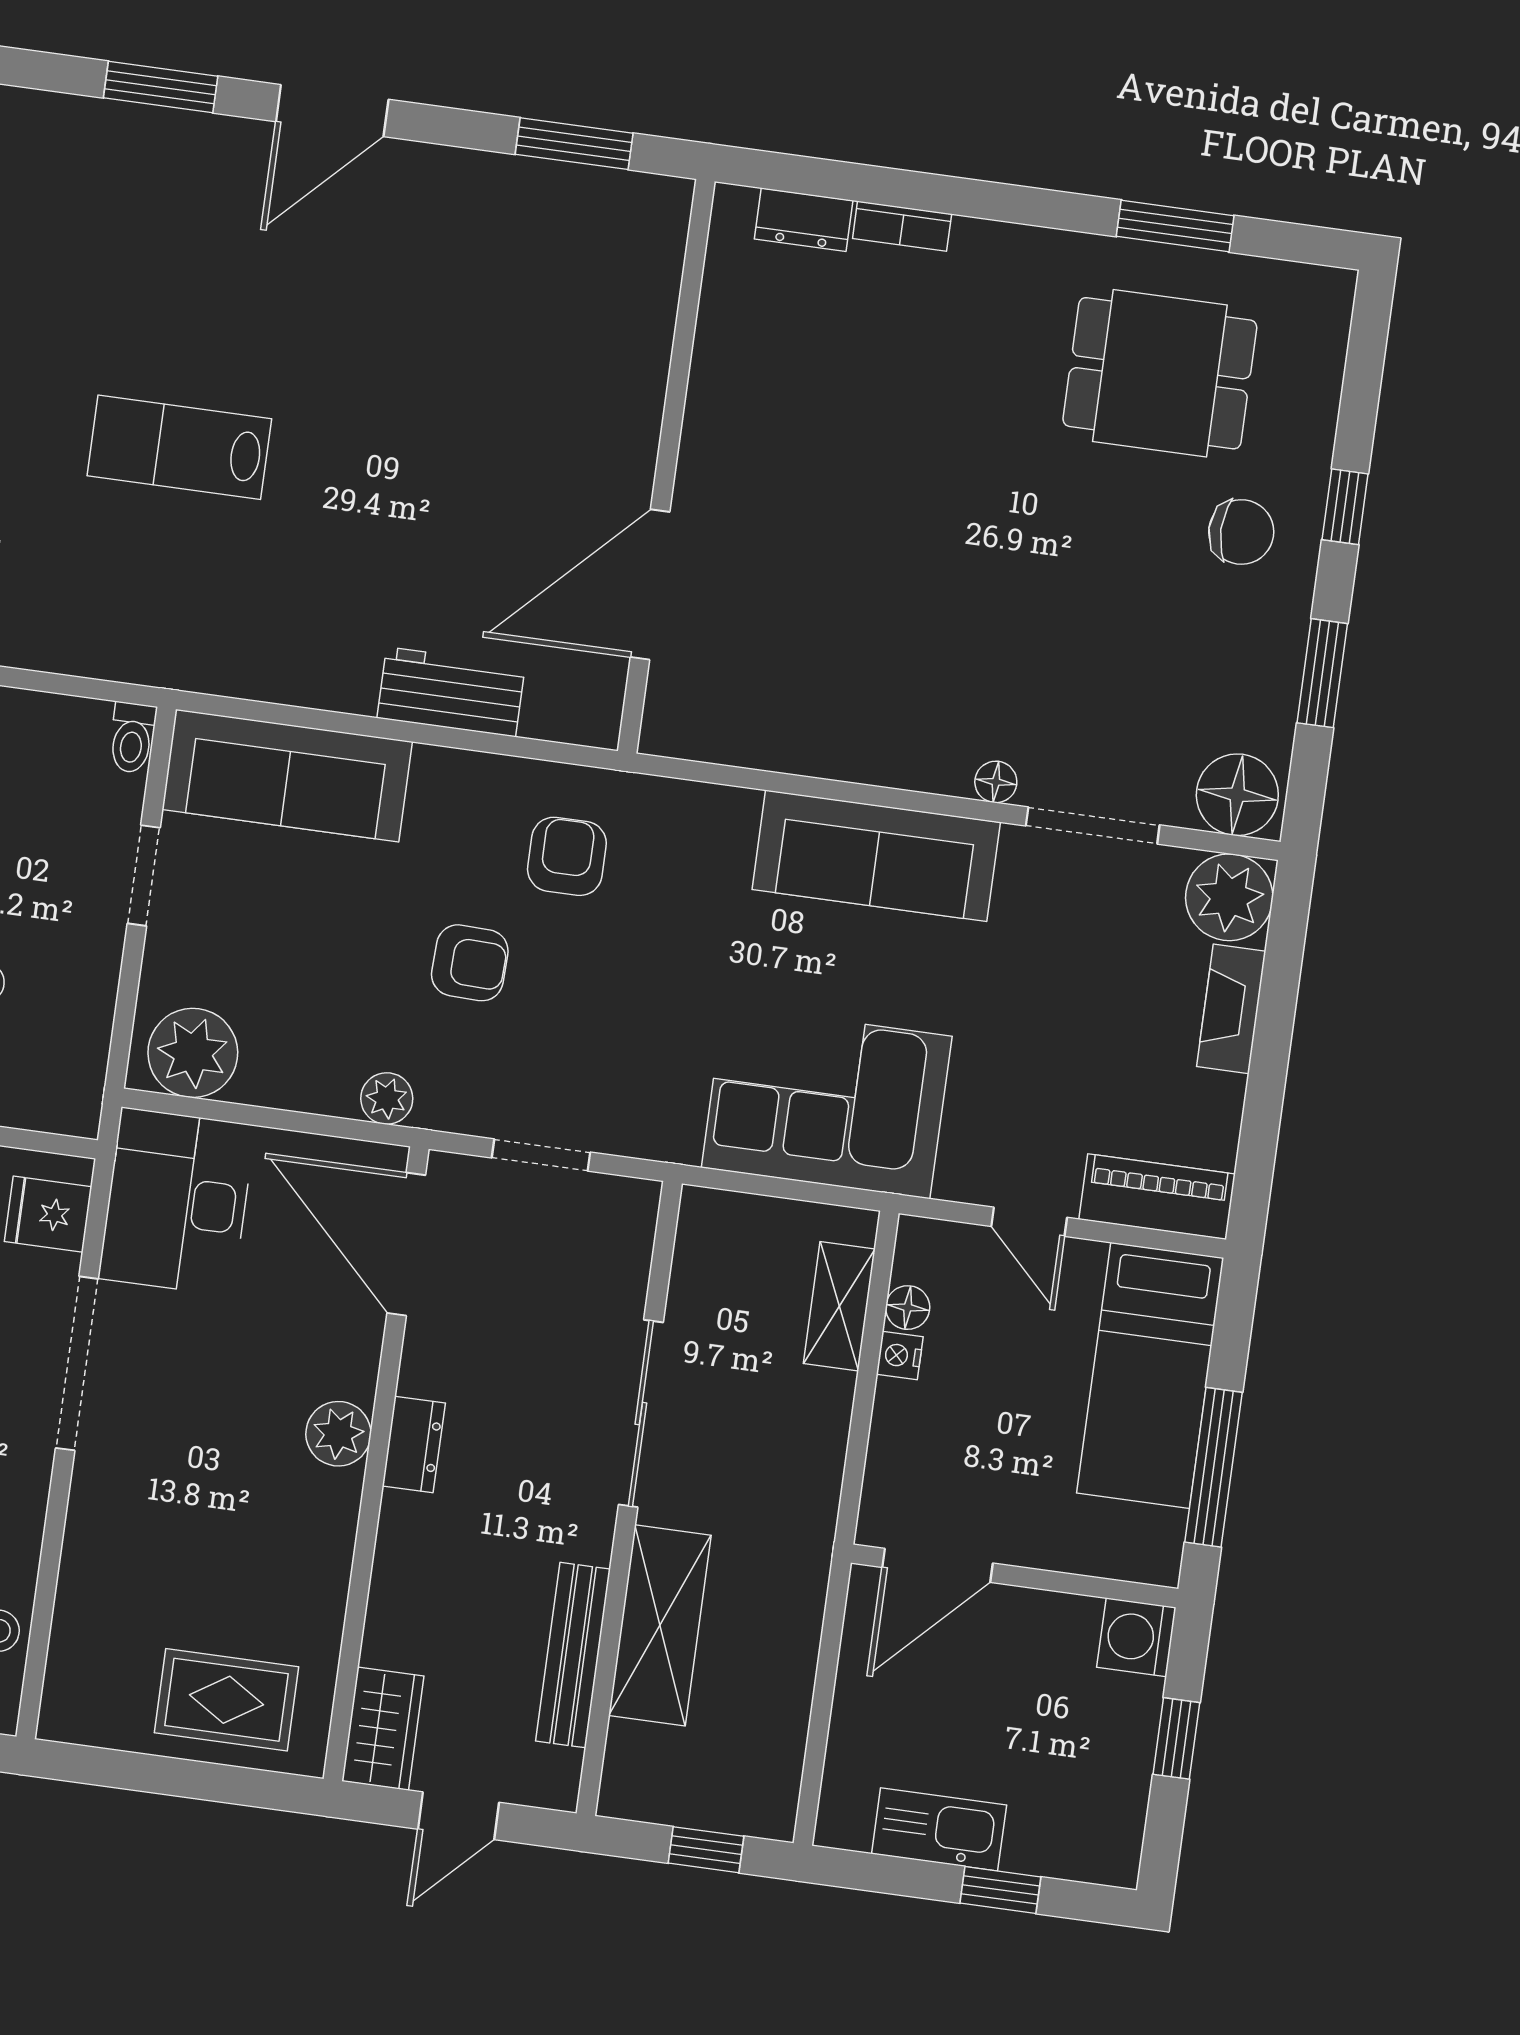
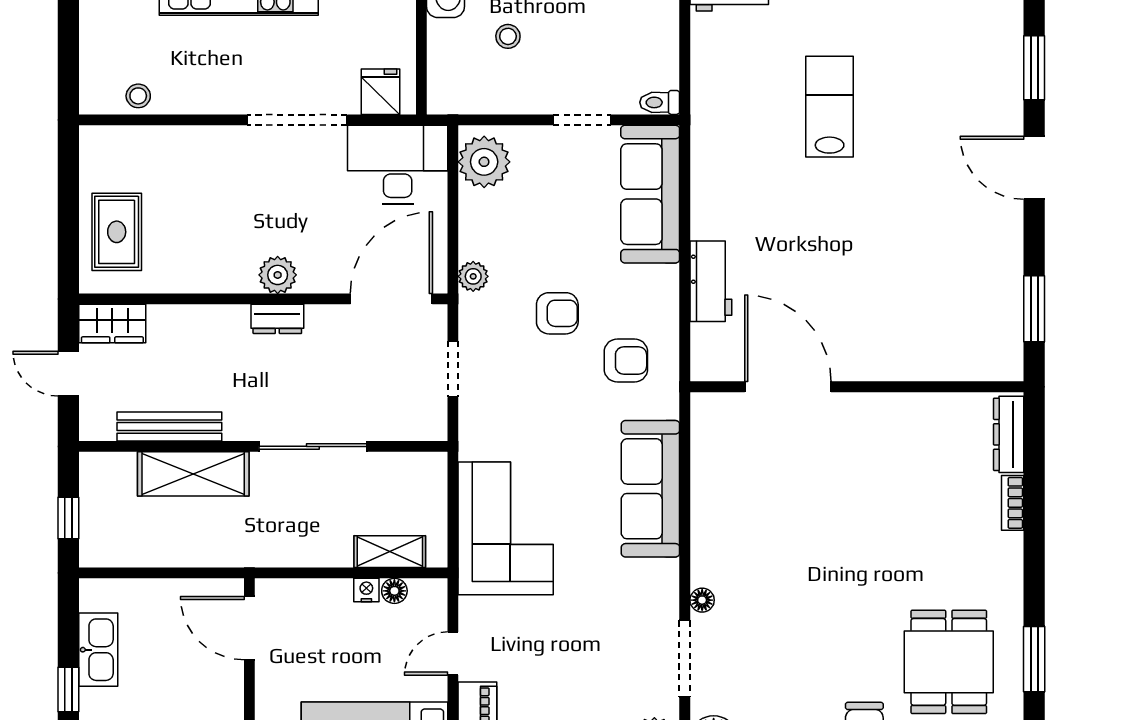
dresser: (804, 220) -> (1009, 434), width x1.44
sofa: (876, 856) -> (650, 489), moved
armchair: (470, 963) -> (557, 313), turned -92

